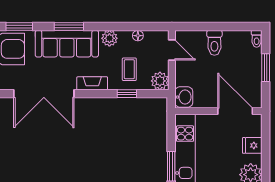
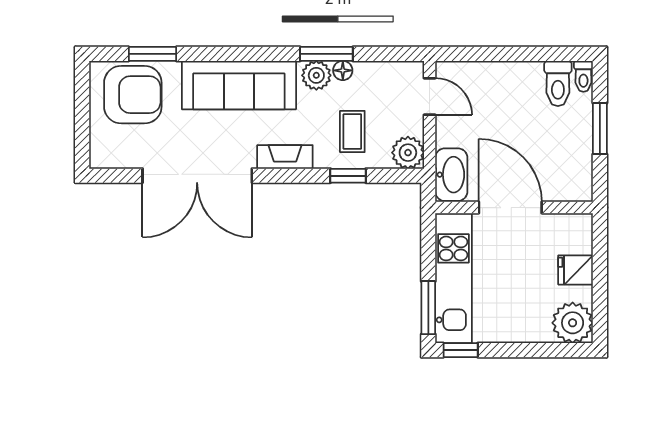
window: (69, 26) -> (326, 54), moved
floor lamp: (138, 36) -> (343, 70), moved
toilet: (214, 43) -> (558, 83), moved
washbasin: (184, 97) -> (451, 175), width x1.38
door: (235, 111) -> (510, 208), moved

